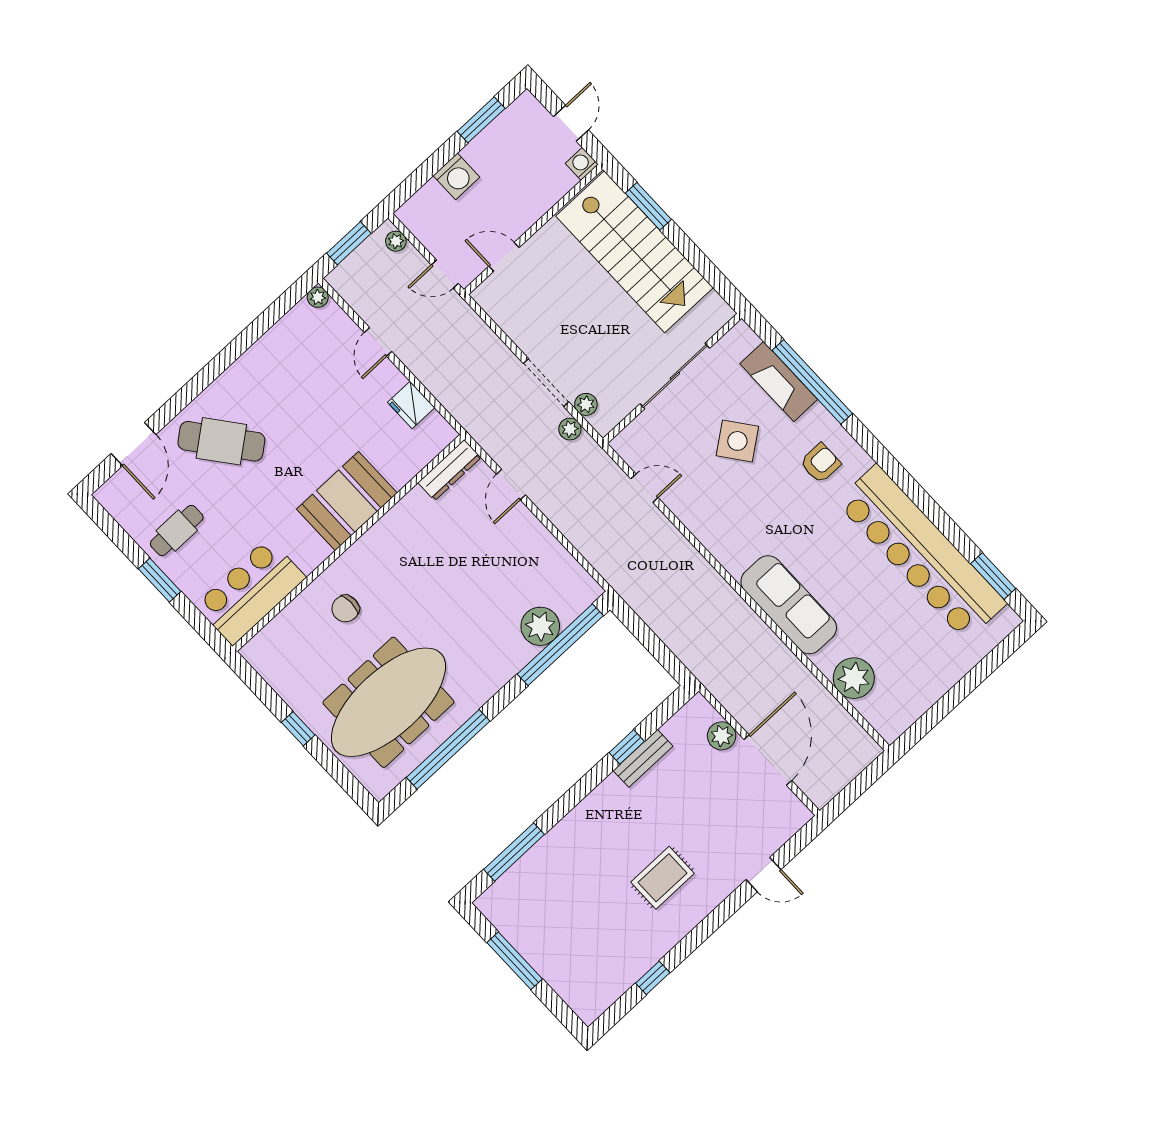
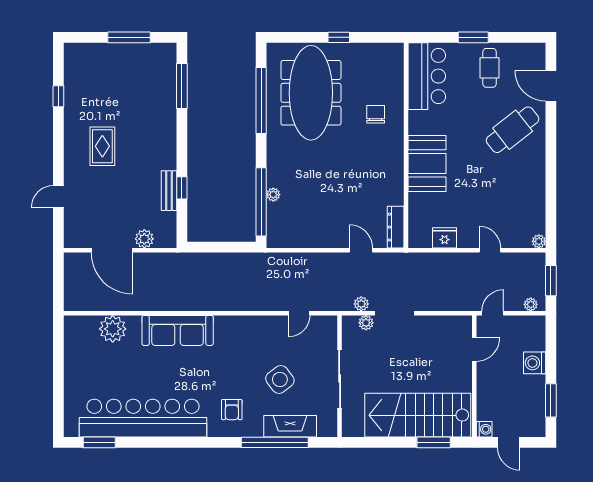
plant: (540, 626) -> (273, 195), width x0.53, depth x0.53

